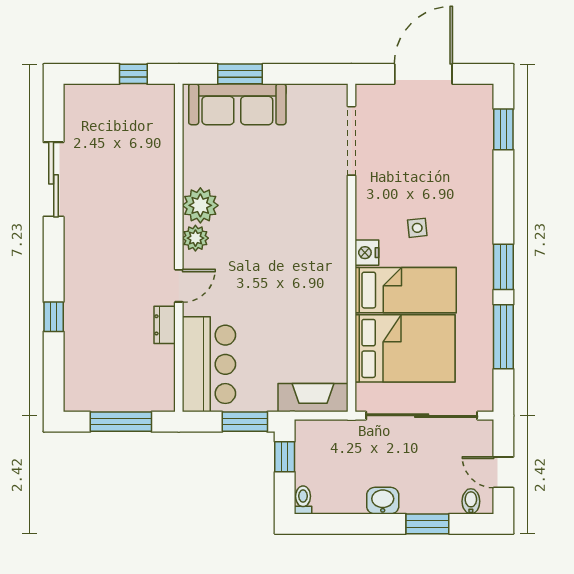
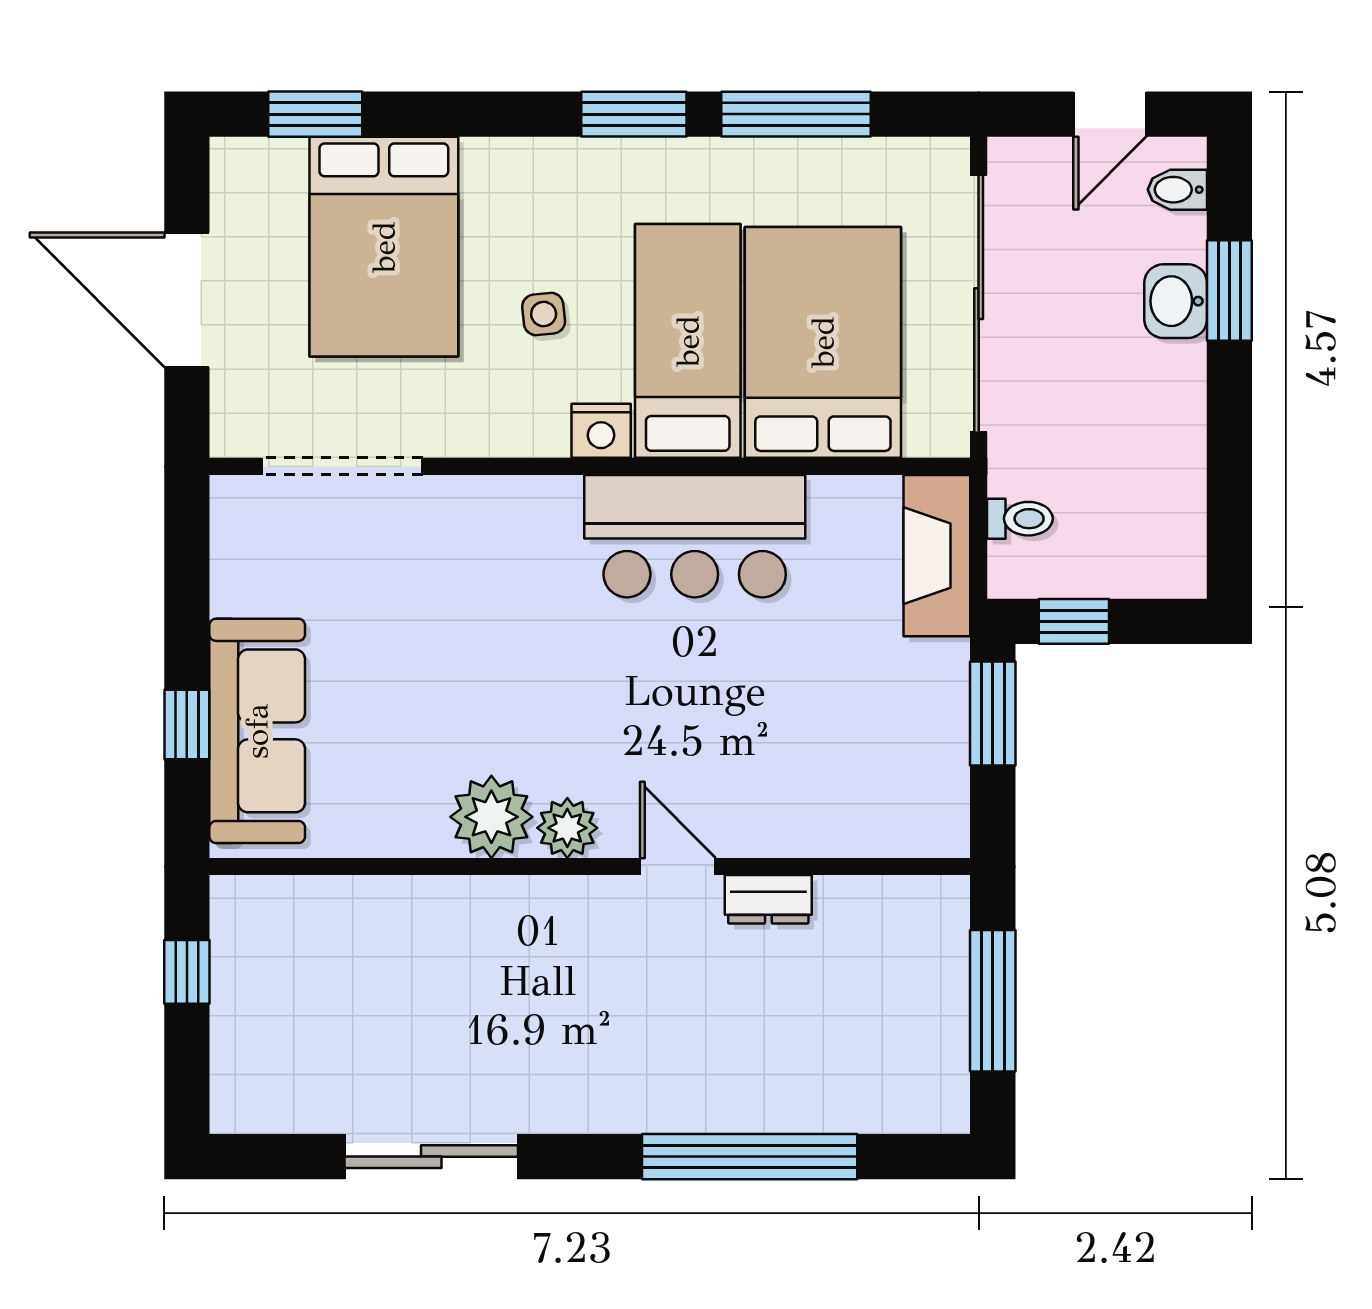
window: (240, 74) -> (187, 724), width x0.67
bed: (446, 159) -> (384, 247), added
window: (54, 317) -> (750, 1157), width x3.17
bar counter: (209, 364) -> (695, 536), moved, turned 180
toilet: (303, 500) -> (1020, 519), moved, turned 180
washbasin: (383, 501) -> (1176, 301), moved

